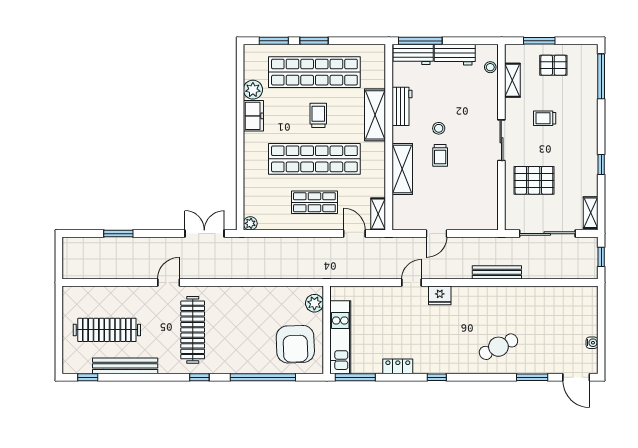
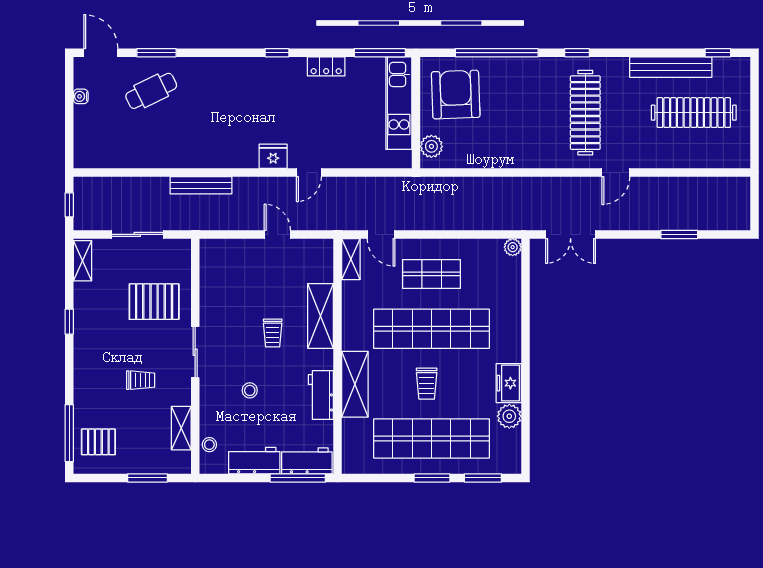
pallet: (553, 65) -> (98, 442), moved
stool: (439, 128) -> (250, 390), moved
trolley: (440, 155) -> (273, 333), turned 180
door: (436, 234) -> (277, 234), hinge flipped
sliding door: (547, 234) -> (137, 234), width x0.73
cafe table: (498, 347) -> (151, 91), moved

